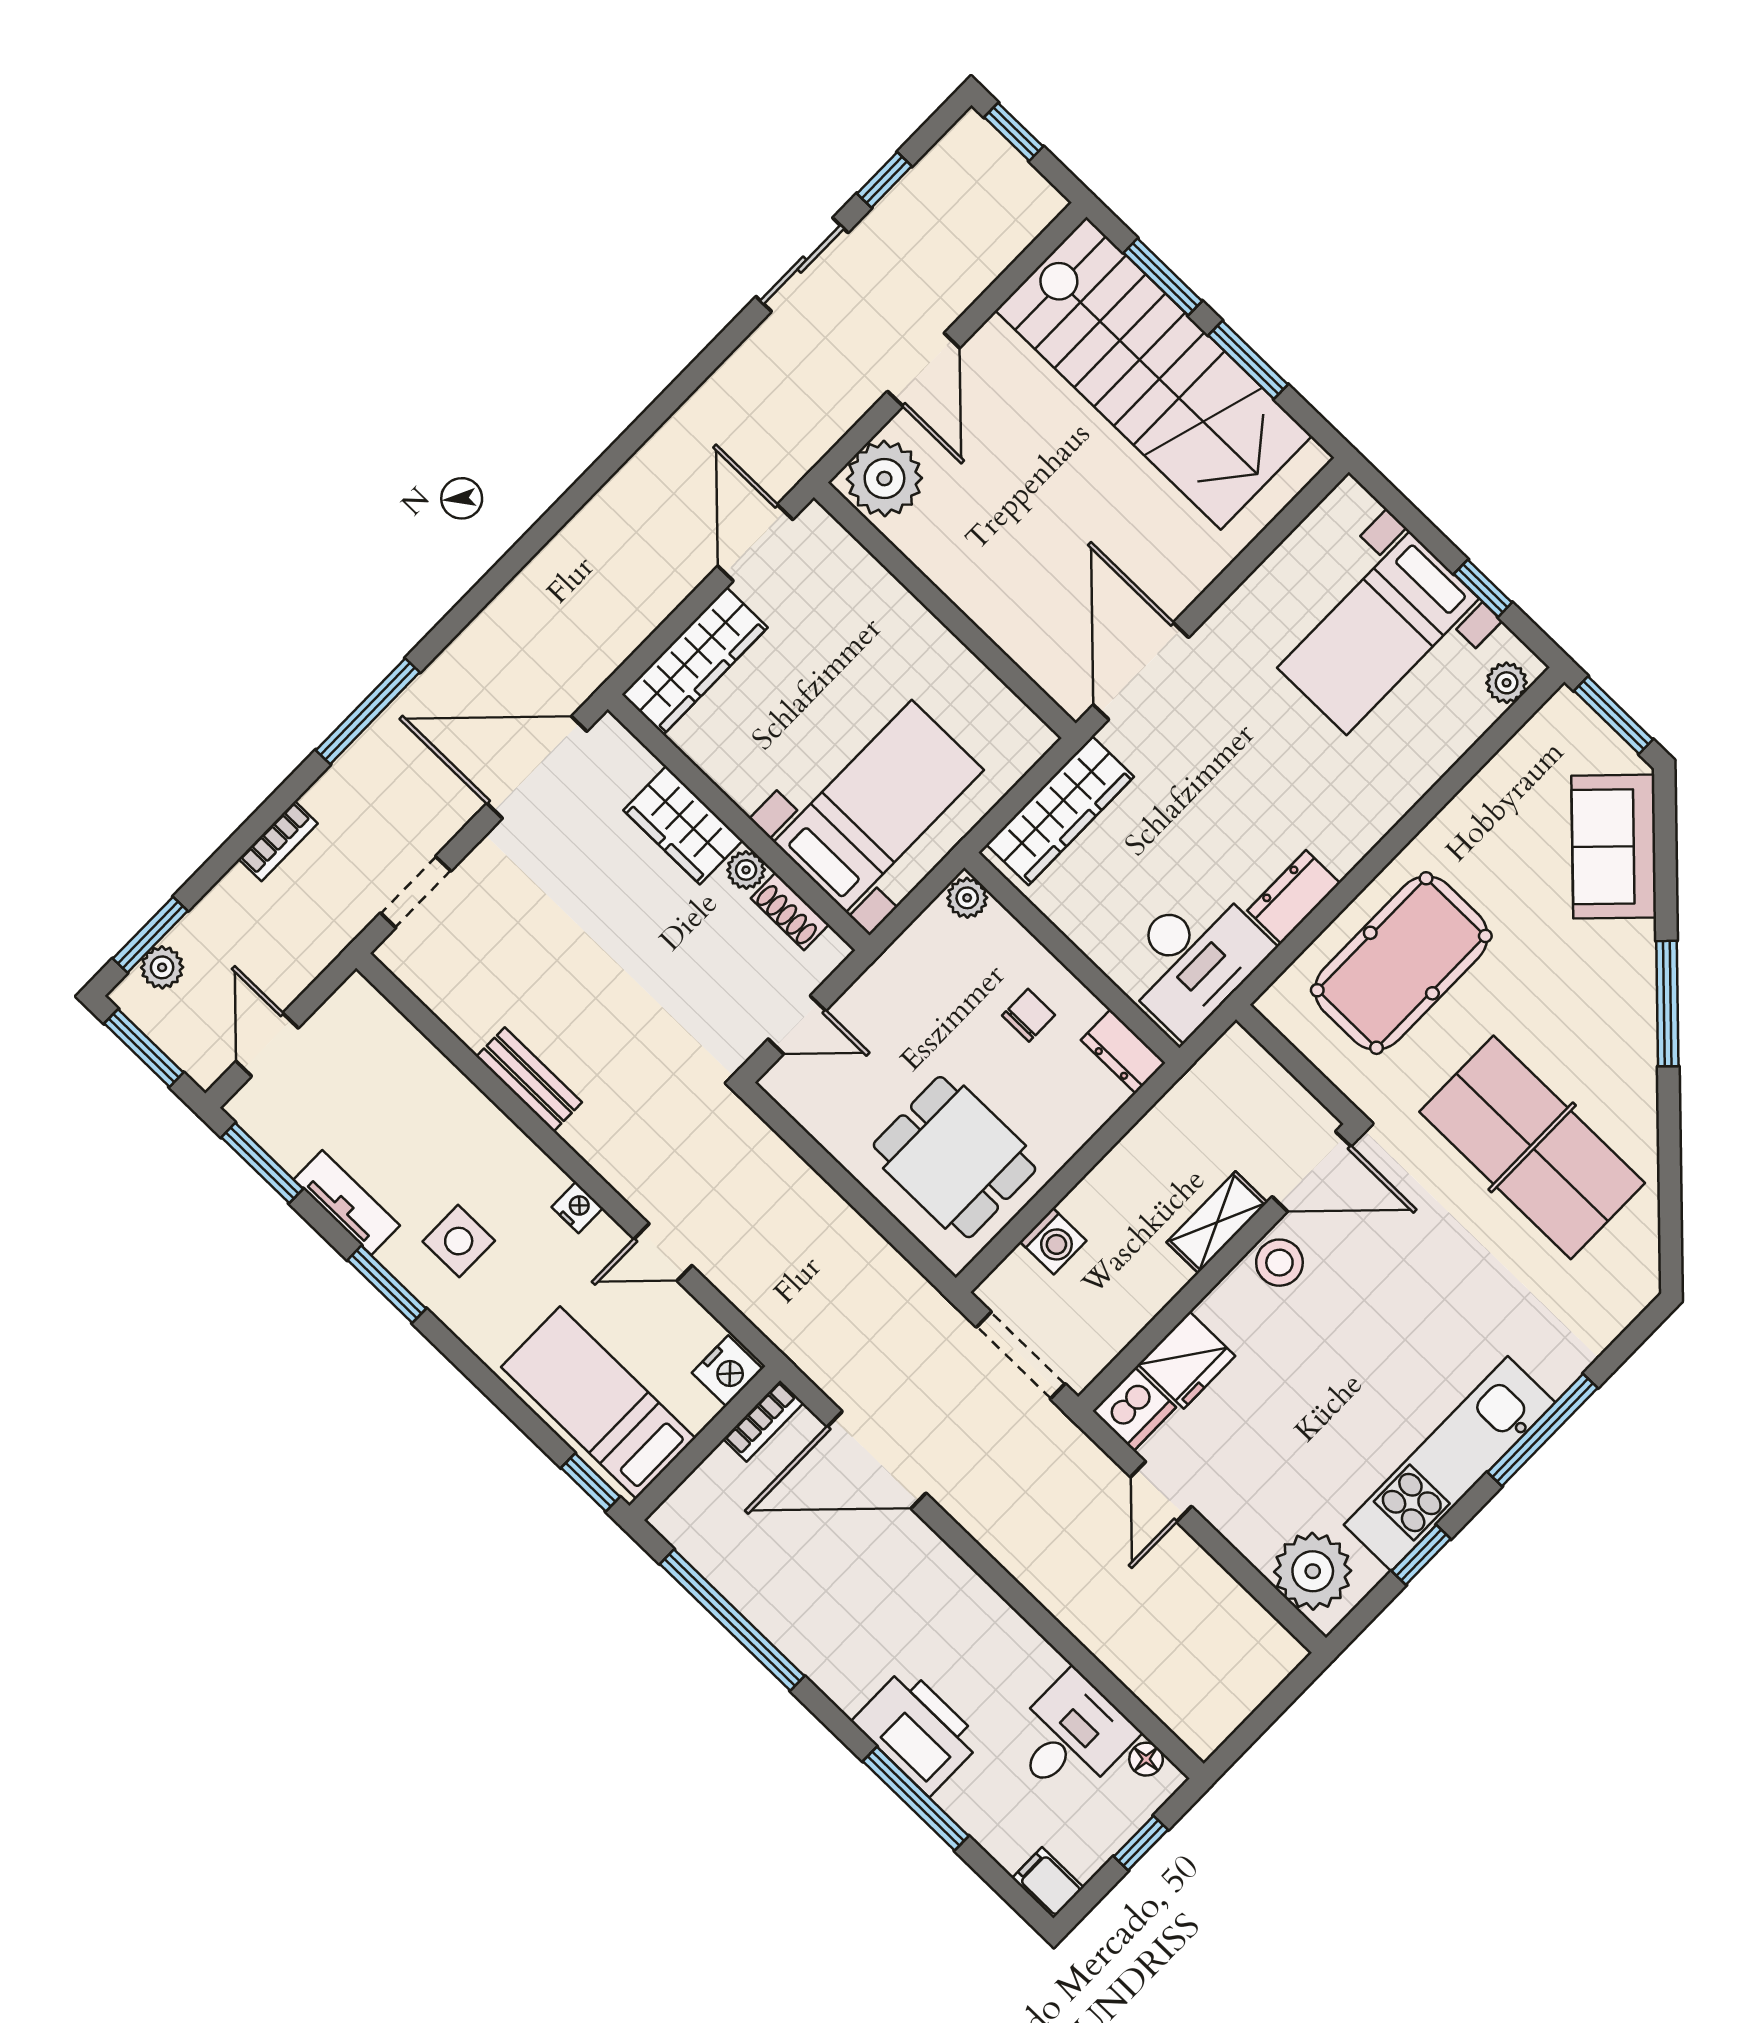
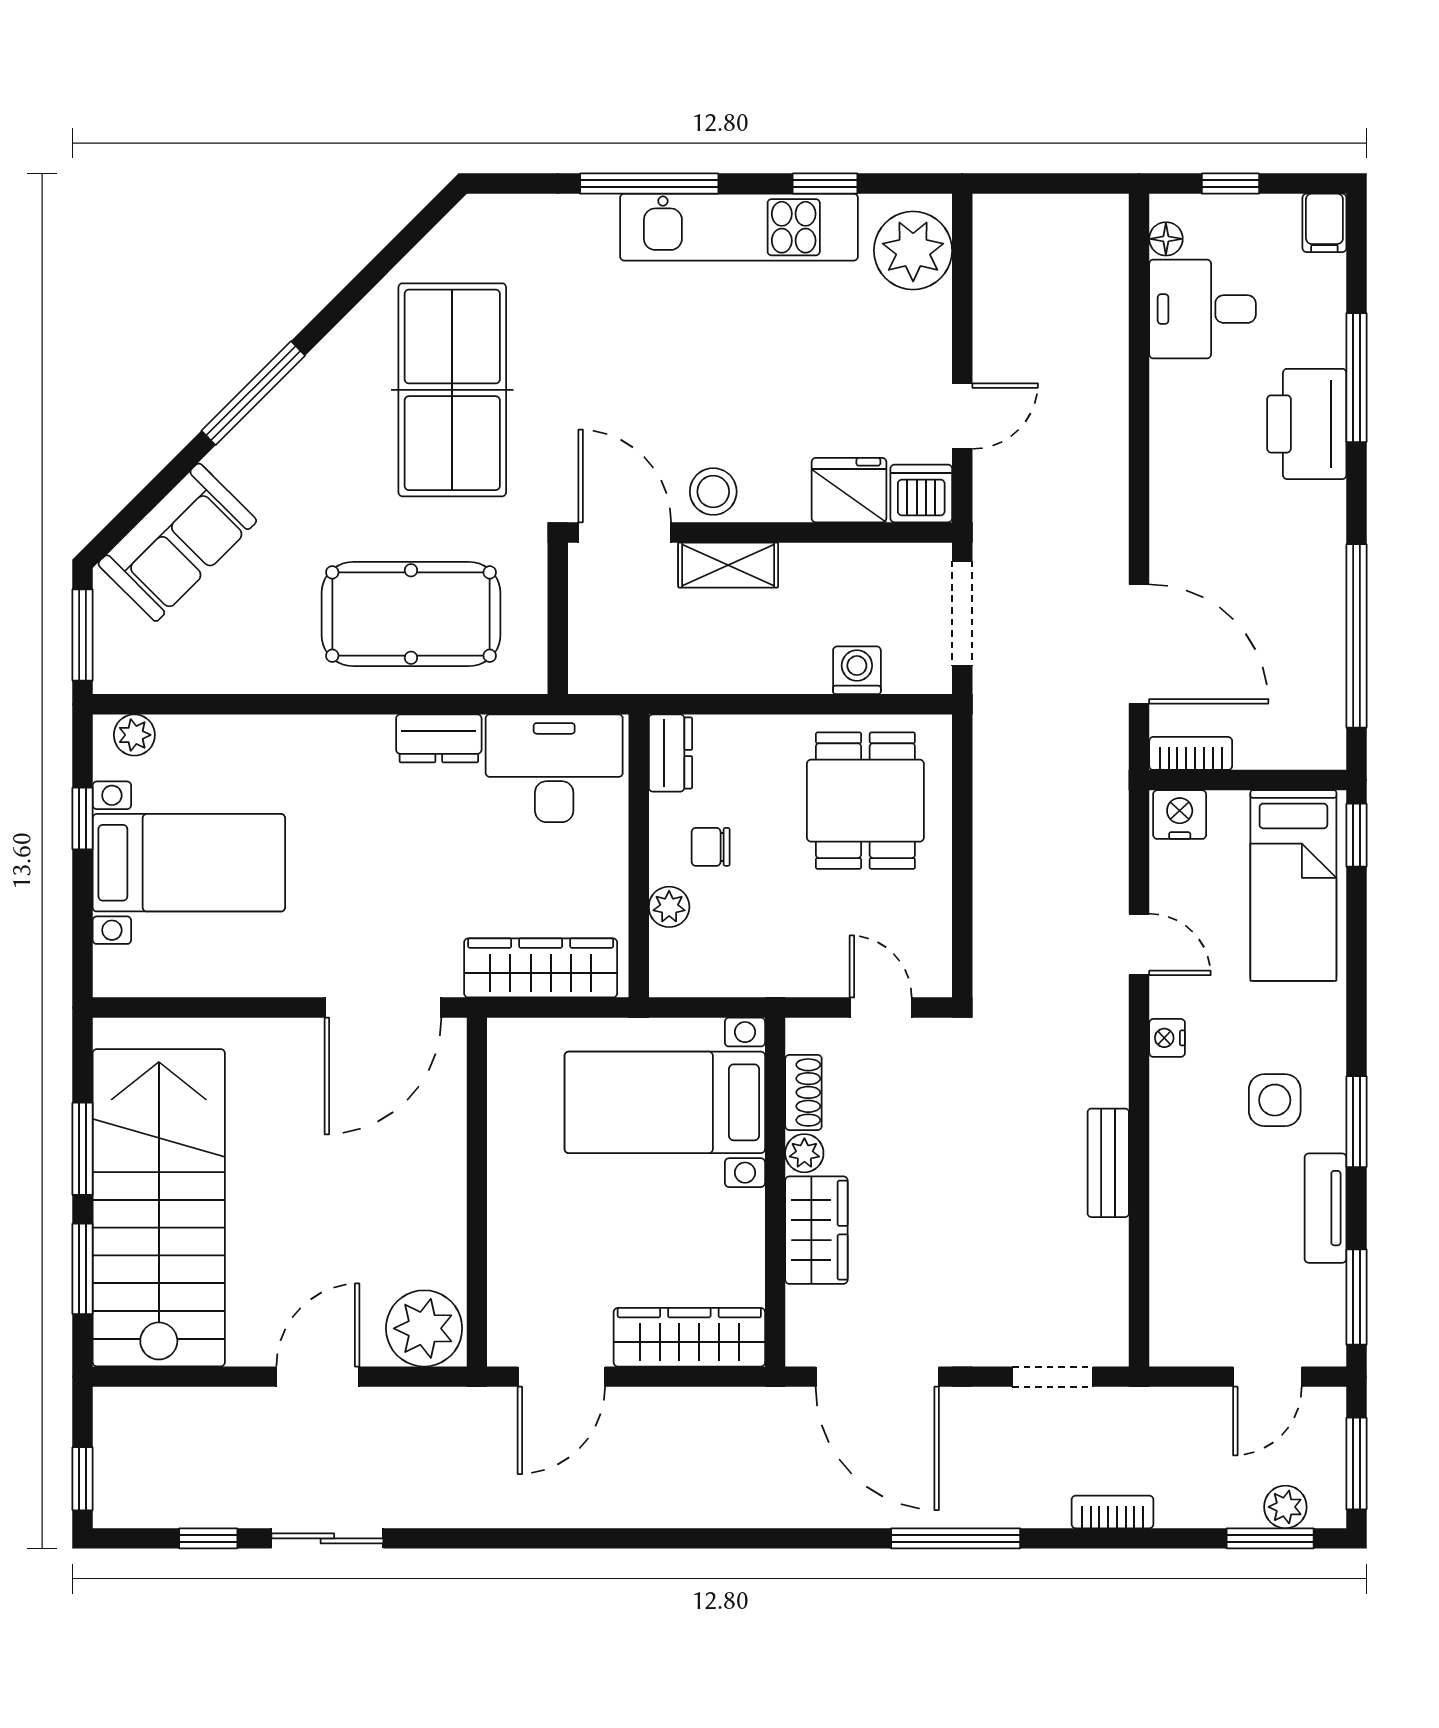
plant: (967, 898) -> (669, 907), moved

